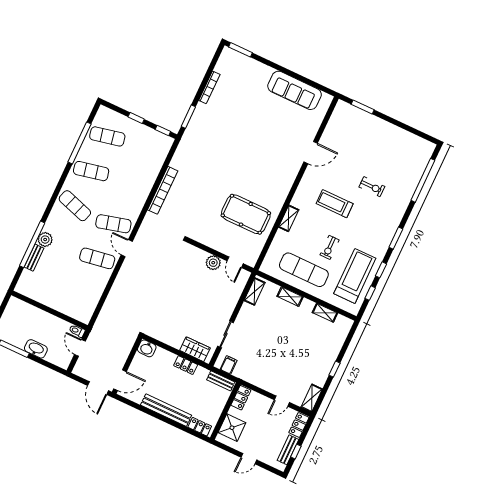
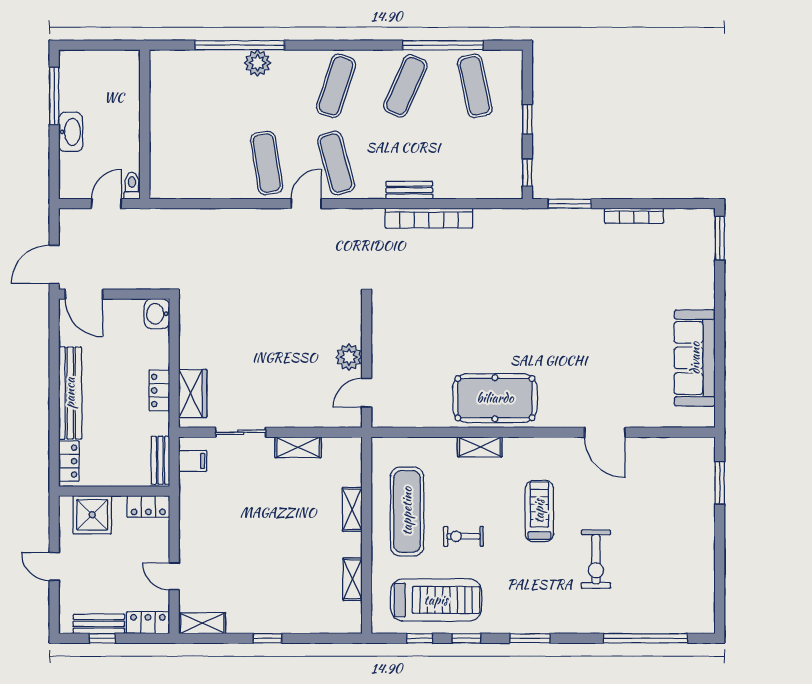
exercise mat: (91, 171) -> (405, 86), turned 36
exercise bike: (372, 187) -> (596, 559), width x1.38, depth x1.39
pool table: (246, 214) -> (495, 398), moved, turned 90
bench: (34, 258) -> (409, 190), moved
shelving: (255, 292) -> (298, 447), moved

